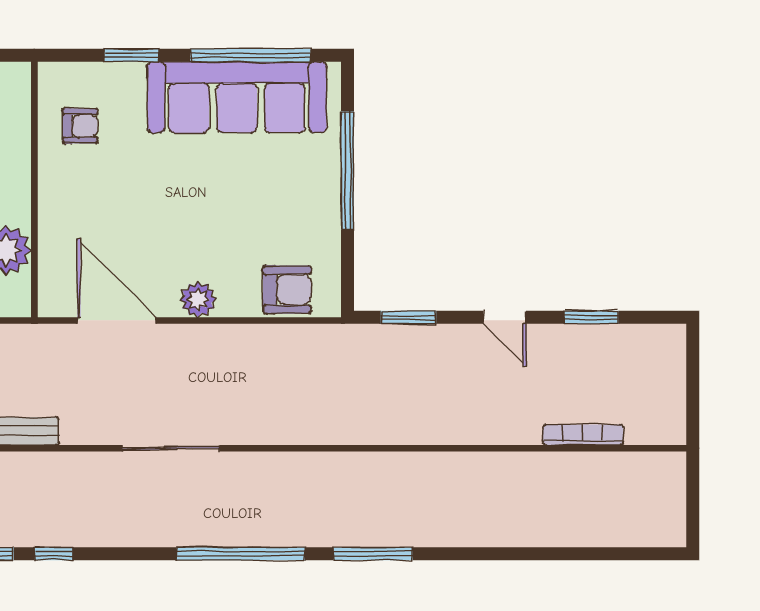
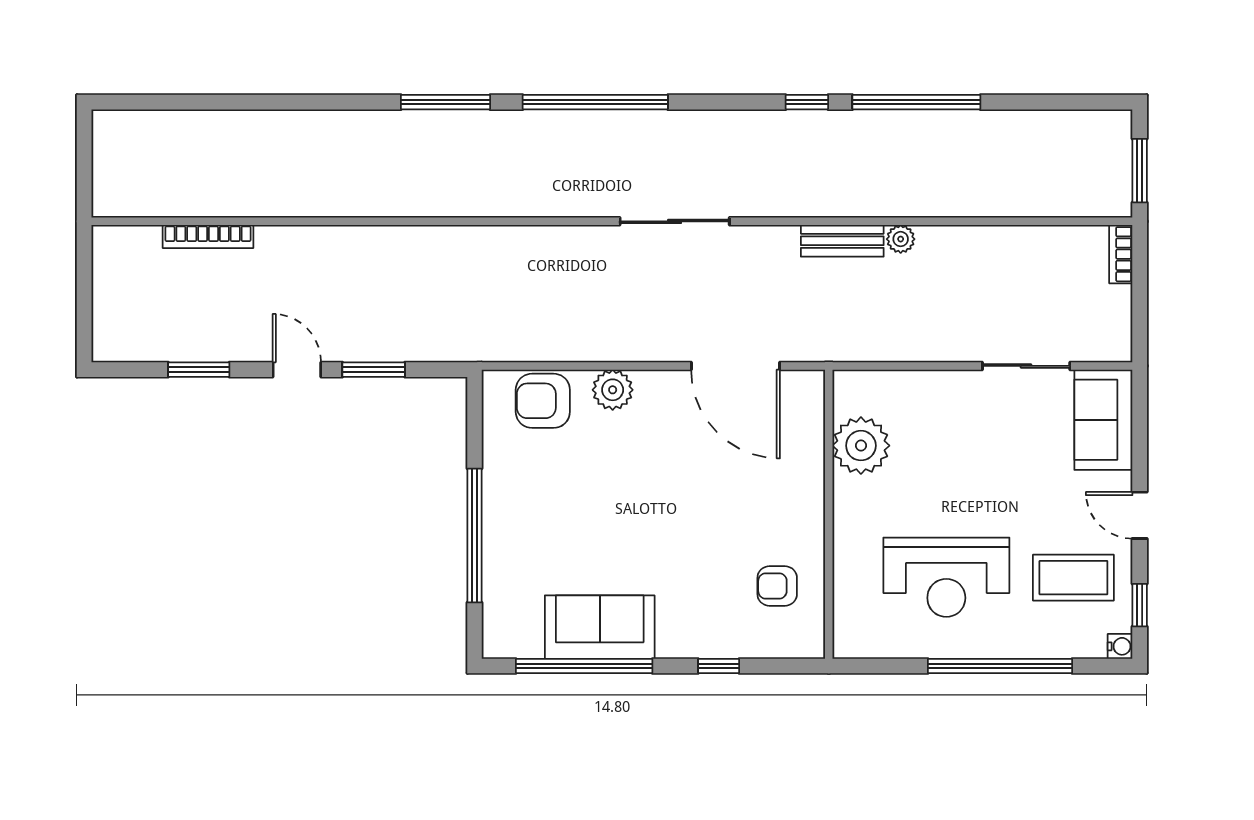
window: (132, 55) -> (719, 666), width x0.67
sofa: (237, 97) -> (600, 627), width x0.54, depth x0.79
plant: (198, 299) -> (613, 390), moved
window: (408, 317) -> (374, 370), moved

